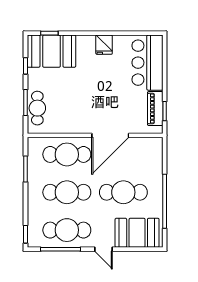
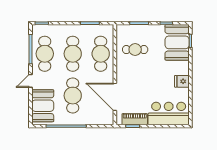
cafe table: (37, 108) -> (135, 50), moved
door: (110, 135) -> (115, 97), moved

